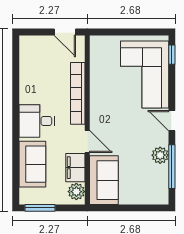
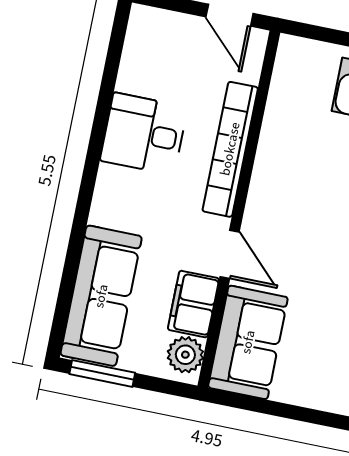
desk: (37, 121) -> (144, 134), moved
sofa: (32, 164) -> (101, 296), width x1.36

